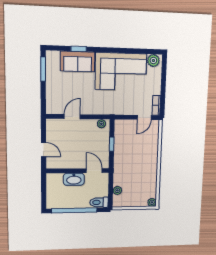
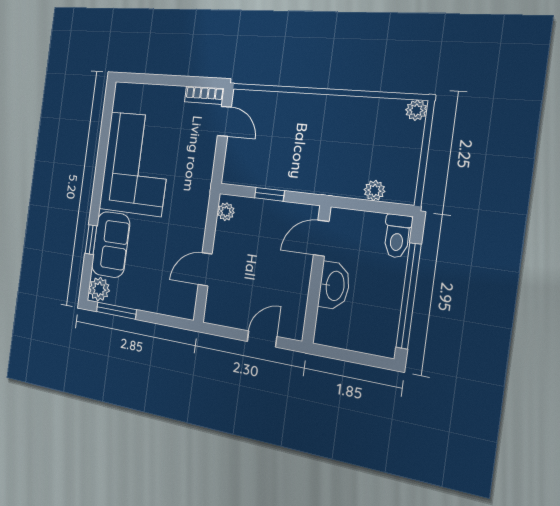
plant: (153, 60) -> (99, 289), moved
door: (72, 117) -> (205, 269), hinge flipped

